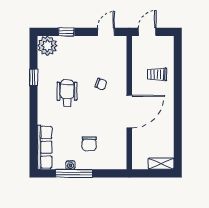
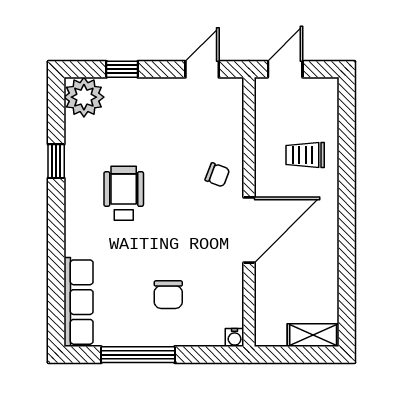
chair: (101, 84) -> (217, 175), moved
water cooler: (71, 165) -> (235, 338), moved

